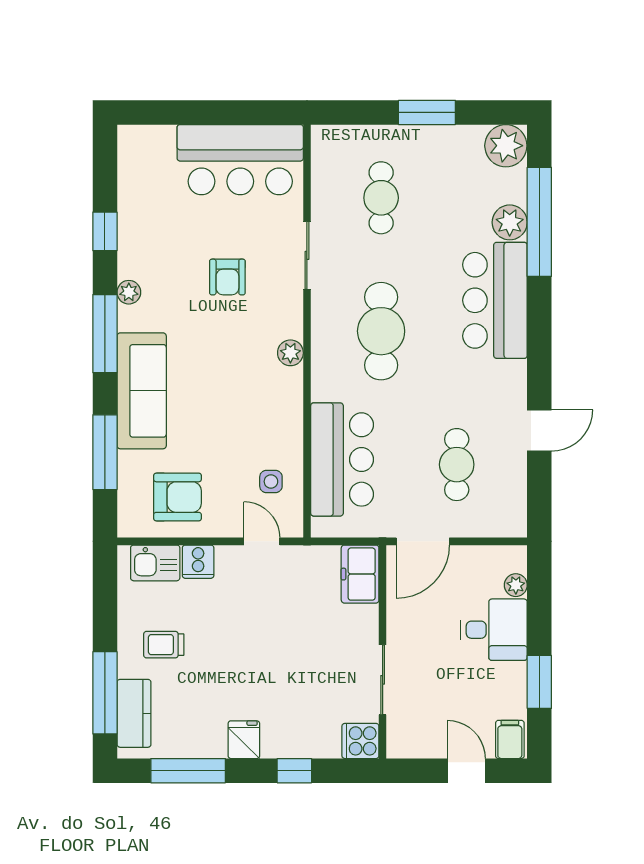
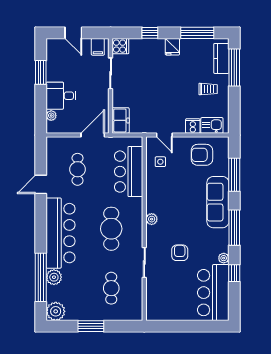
bar counter: (240, 160) -> (213, 293), moved, turned -90
plant: (129, 292) -> (224, 258), moved
bar counter: (495, 300) -> (61, 233), width x1.36
filing cabinet: (510, 739) -> (98, 47), moved

